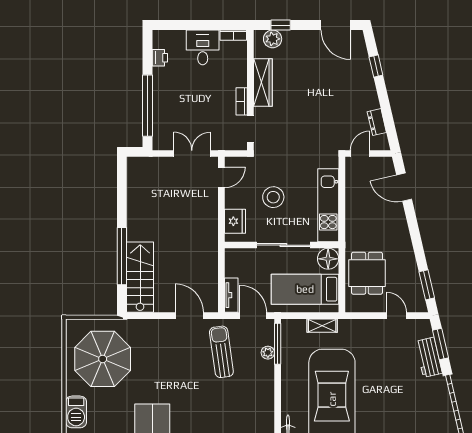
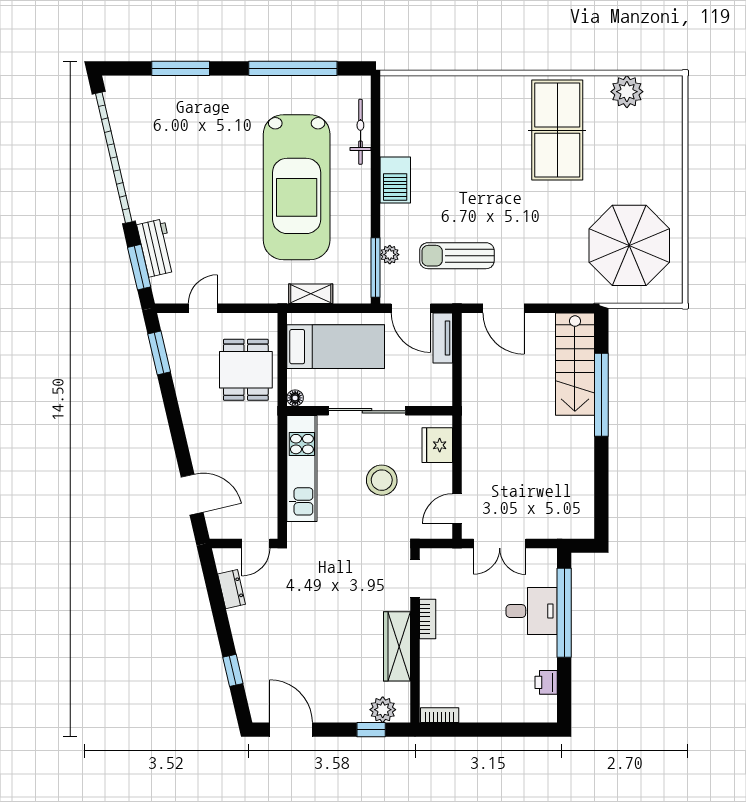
desk: (203, 47) -> (532, 611), moved, turned -90
floor lamp: (328, 259) -> (295, 398), width x0.53, depth x0.53
door: (397, 316) -> (203, 308), swing flipped
sun lounger: (221, 352) -> (457, 256), turned 98
barbecue: (76, 412) -> (395, 180), moved, turned 180

